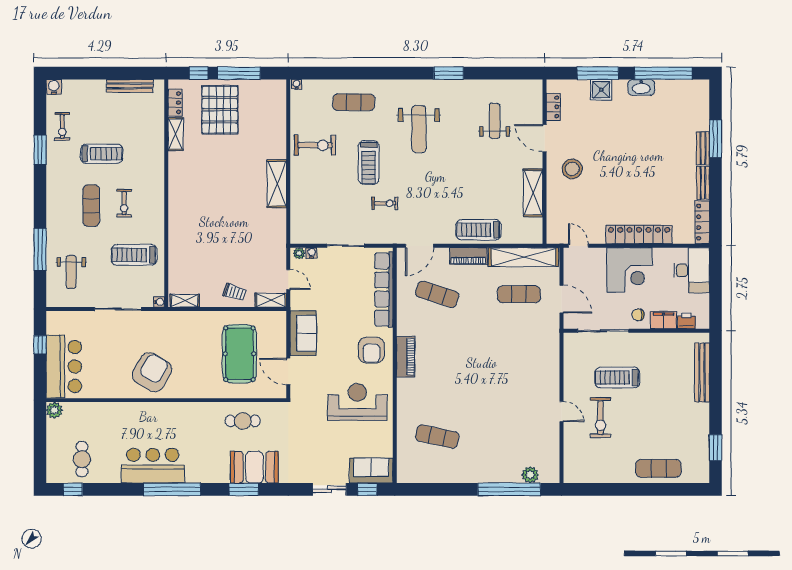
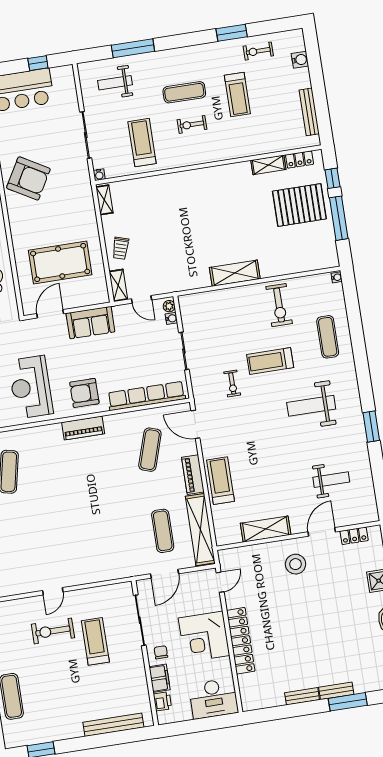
water cooler: (54, 87) -> (300, 60), moved
locker: (702, 222) -> (263, 702), removed
door: (288, 279) -> (142, 299), hinge flipped
reception desk: (357, 402) -> (31, 387), turned 180

